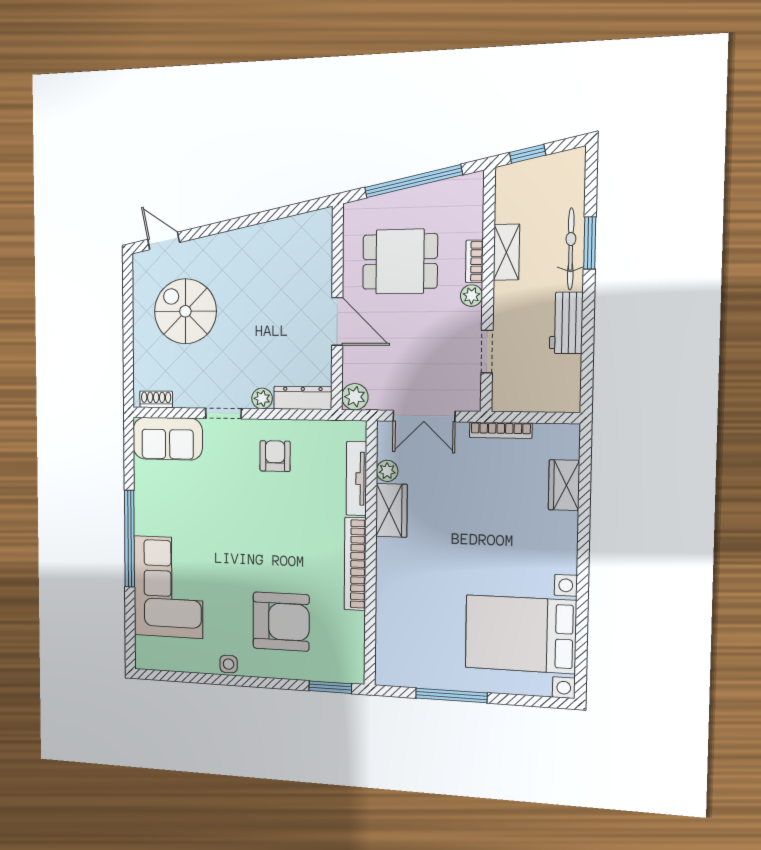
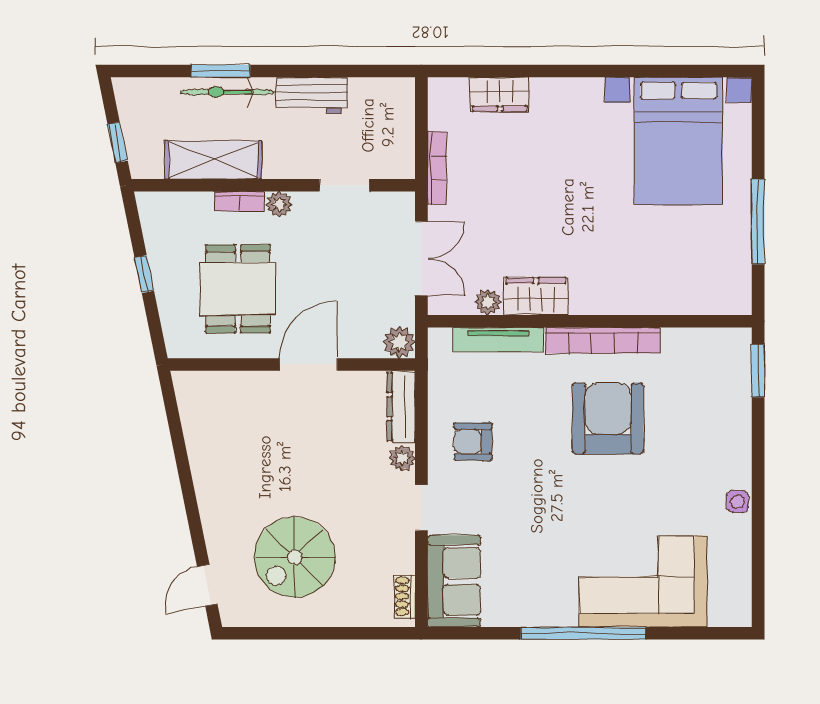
window: (413, 181) -> (144, 274), width x0.32
shelving: (506, 252) -> (213, 160), width x1.50, depth x1.33
armchair: (281, 622) -> (608, 418), moved

